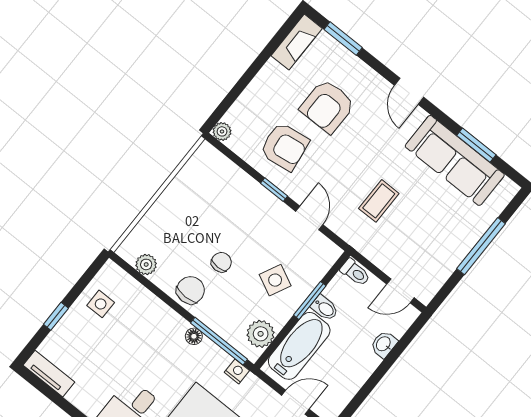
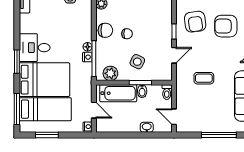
nightstand: (237, 371) -> (87, 57), moved

